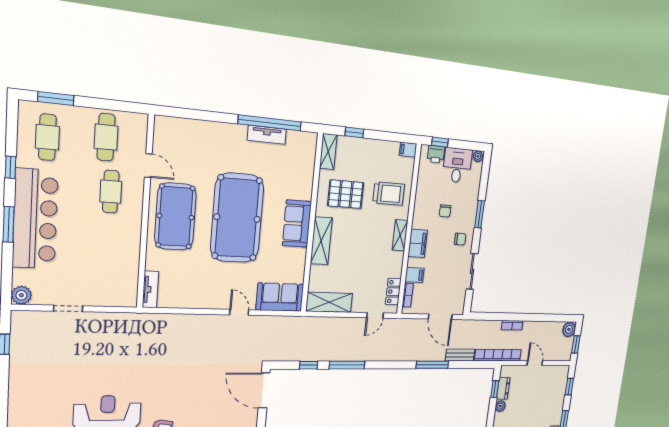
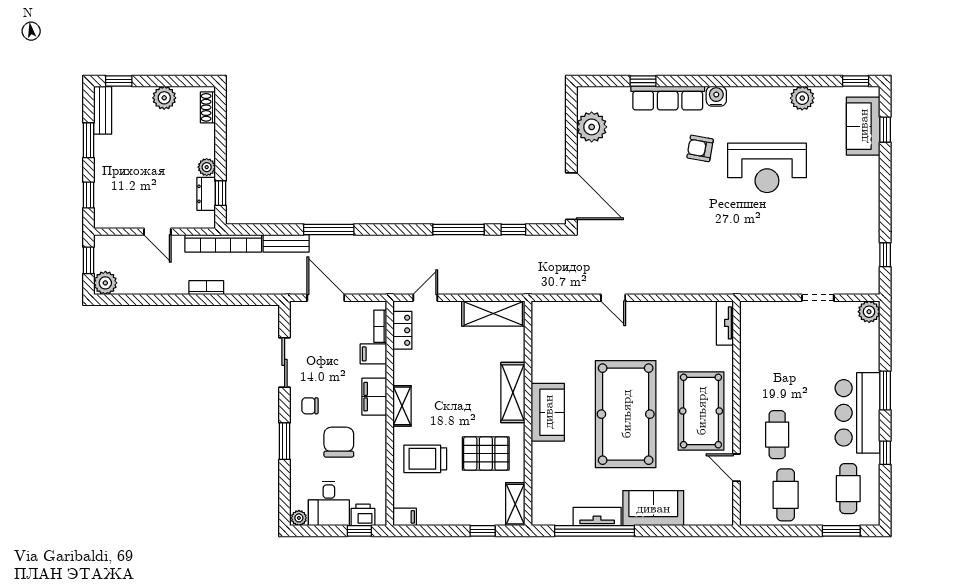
chair: (445, 211) -> (339, 442), width x1.87, depth x1.87
bar counter: (35, 219) -> (858, 413), width x0.73
sofa: (280, 297) -> (653, 508), moved, turned 180

